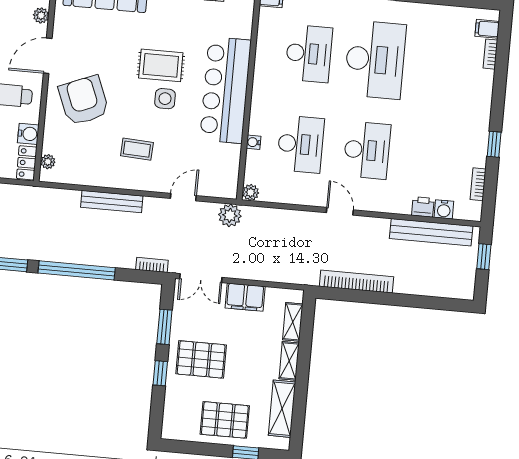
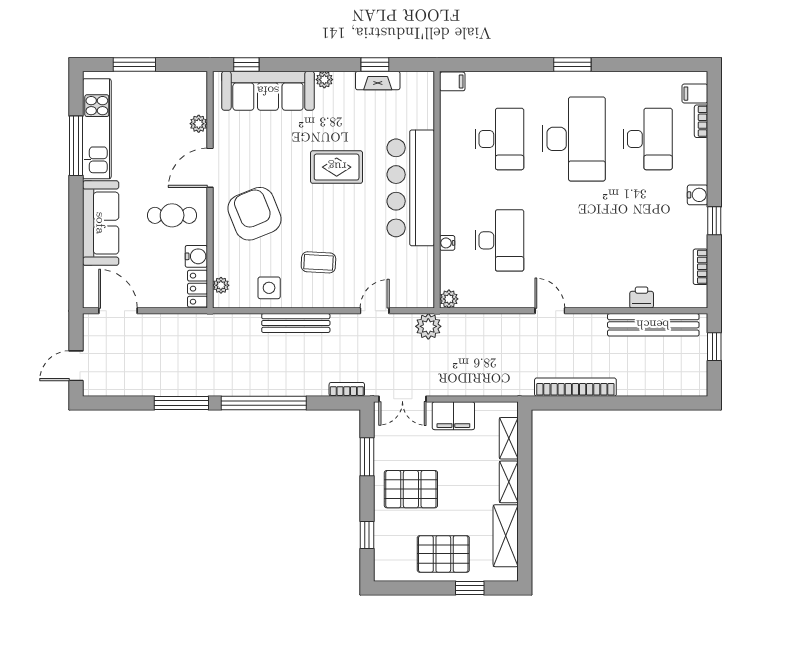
side table: (165, 99) -> (269, 288), moved
desk: (367, 150) -> (648, 139), moved
water cooler: (444, 209) -> (698, 195), moved, turned -90
window: (160, 373) -> (367, 535), moved

